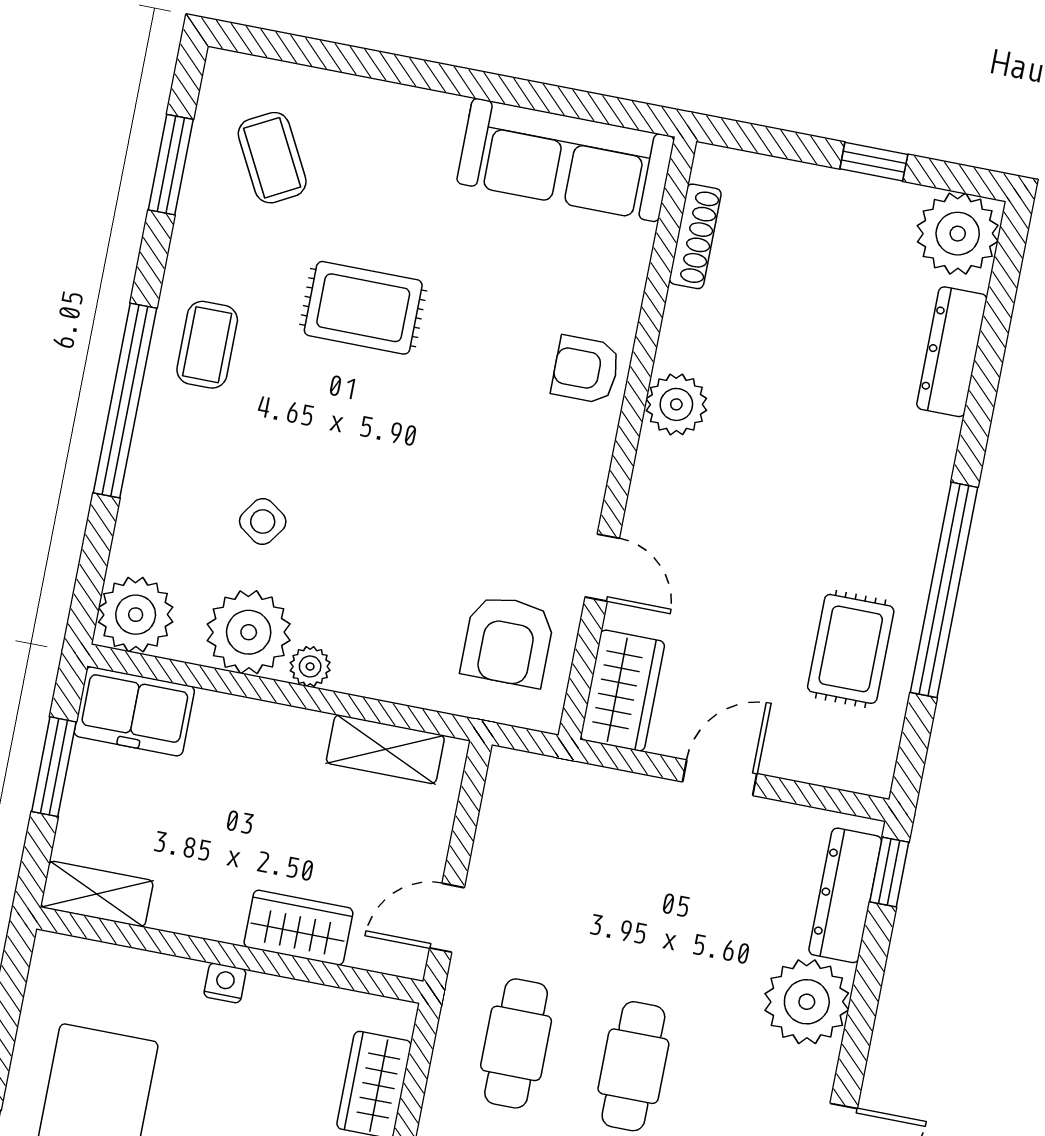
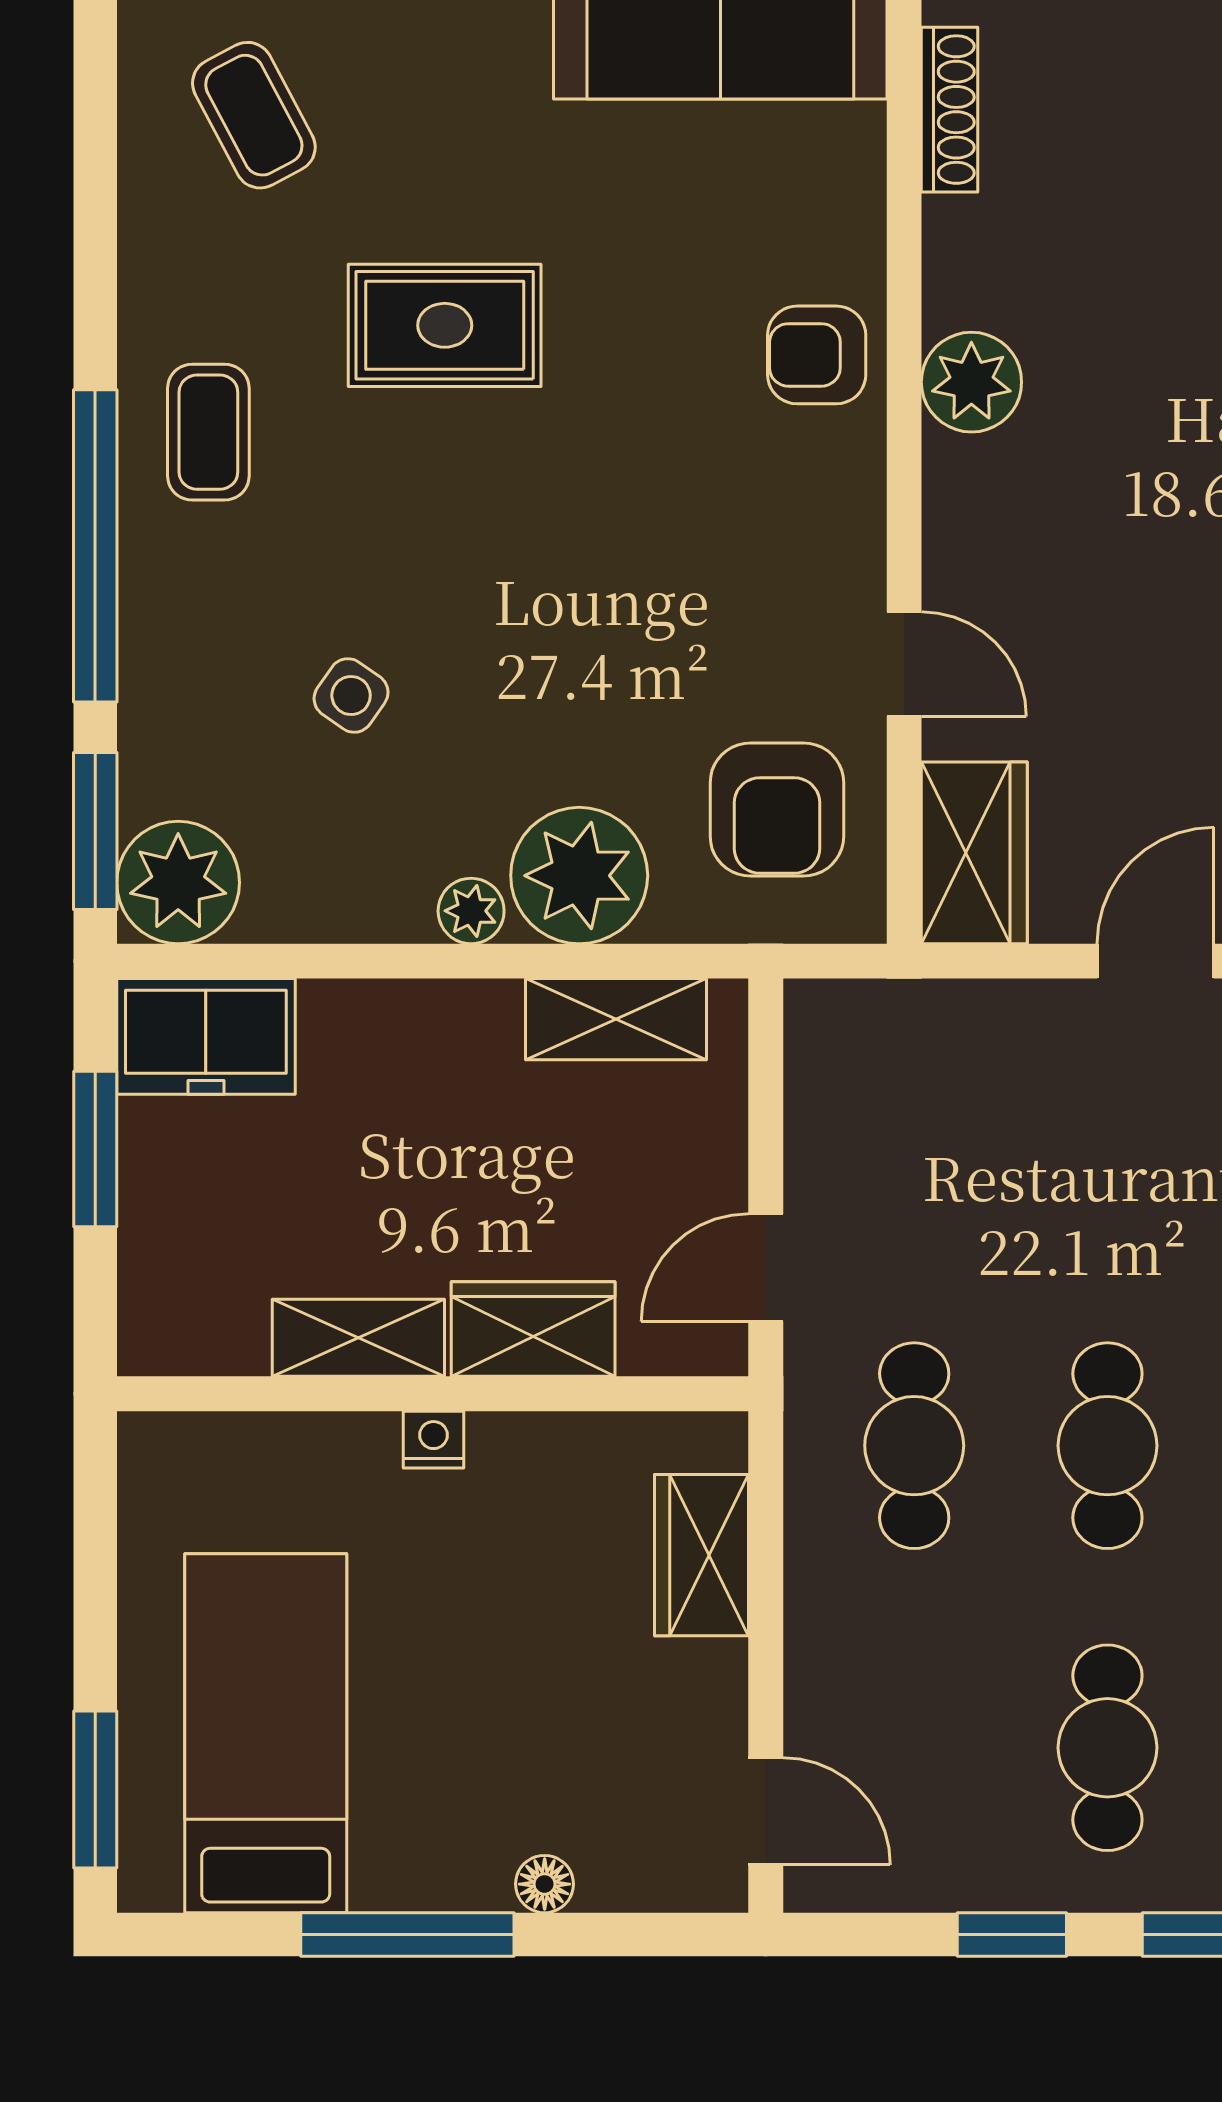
window: (171, 165) -> (95, 831), moved
plant: (249, 632) -> (579, 876), moved
shelving: (97, 894) -> (358, 1338), moved

